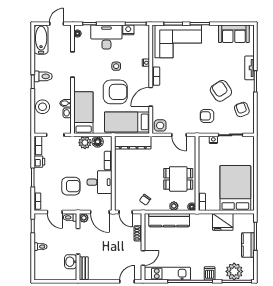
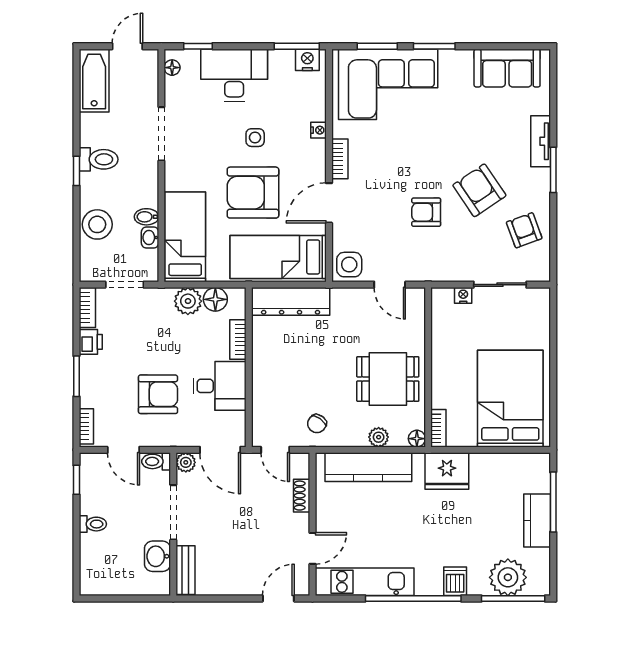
nightstand: (128, 30) -> (307, 60), moved
armchair: (115, 92) -> (253, 193), turned 180
armchair: (207, 116) -> (426, 212), moved
fridge: (223, 222) -> (447, 471), moved

